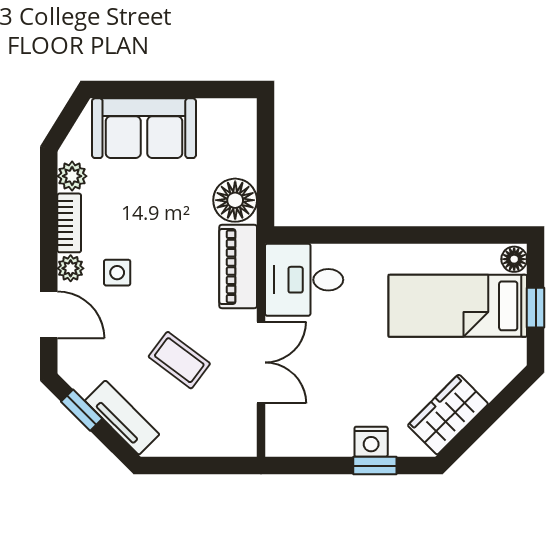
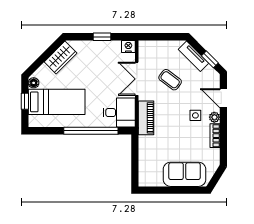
plant: (72, 176) -> (214, 155), removed
floor lamp: (235, 200) -> (147, 145), removed
window: (374, 235) -> (91, 131), added
floor lamp: (514, 259) -> (34, 83), moved
nightstand: (371, 442) -> (128, 46), moved
window: (375, 466) -> (102, 37), moved

